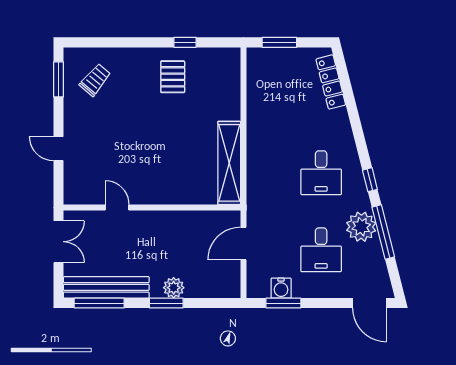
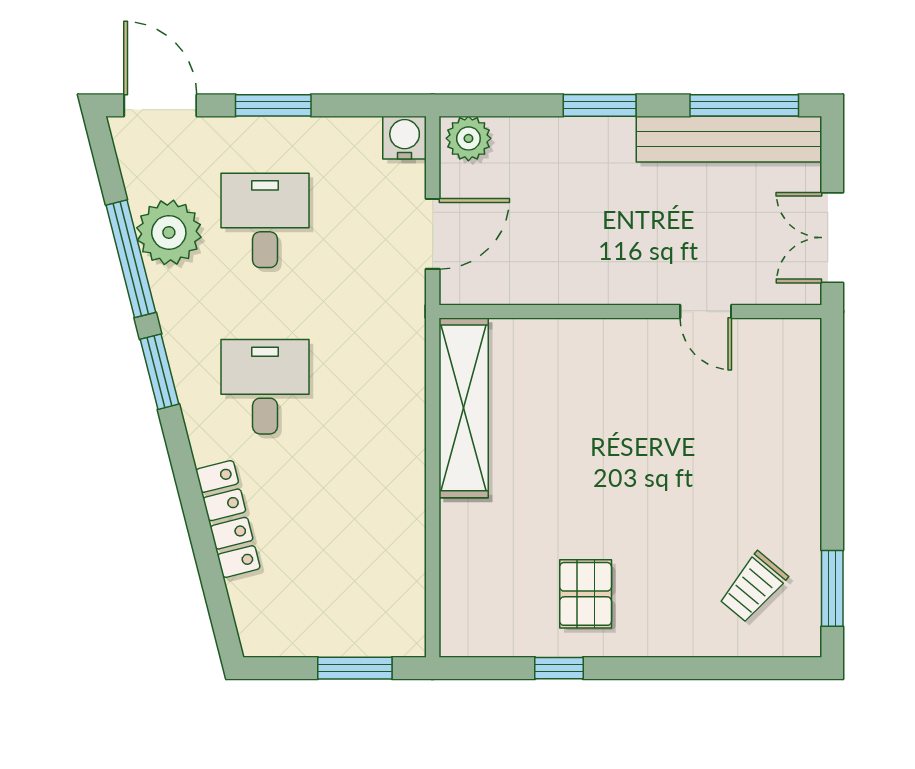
locker: (331, 82) -> (228, 519), moved
door: (58, 149) -> (832, 439), removed
window: (370, 180) -> (159, 372), width x1.50
plant: (361, 227) -> (169, 232), moved
plant: (174, 288) -> (468, 138), moved
water cooler: (281, 288) -> (405, 138), moved
window: (283, 303) -> (273, 105), moved

